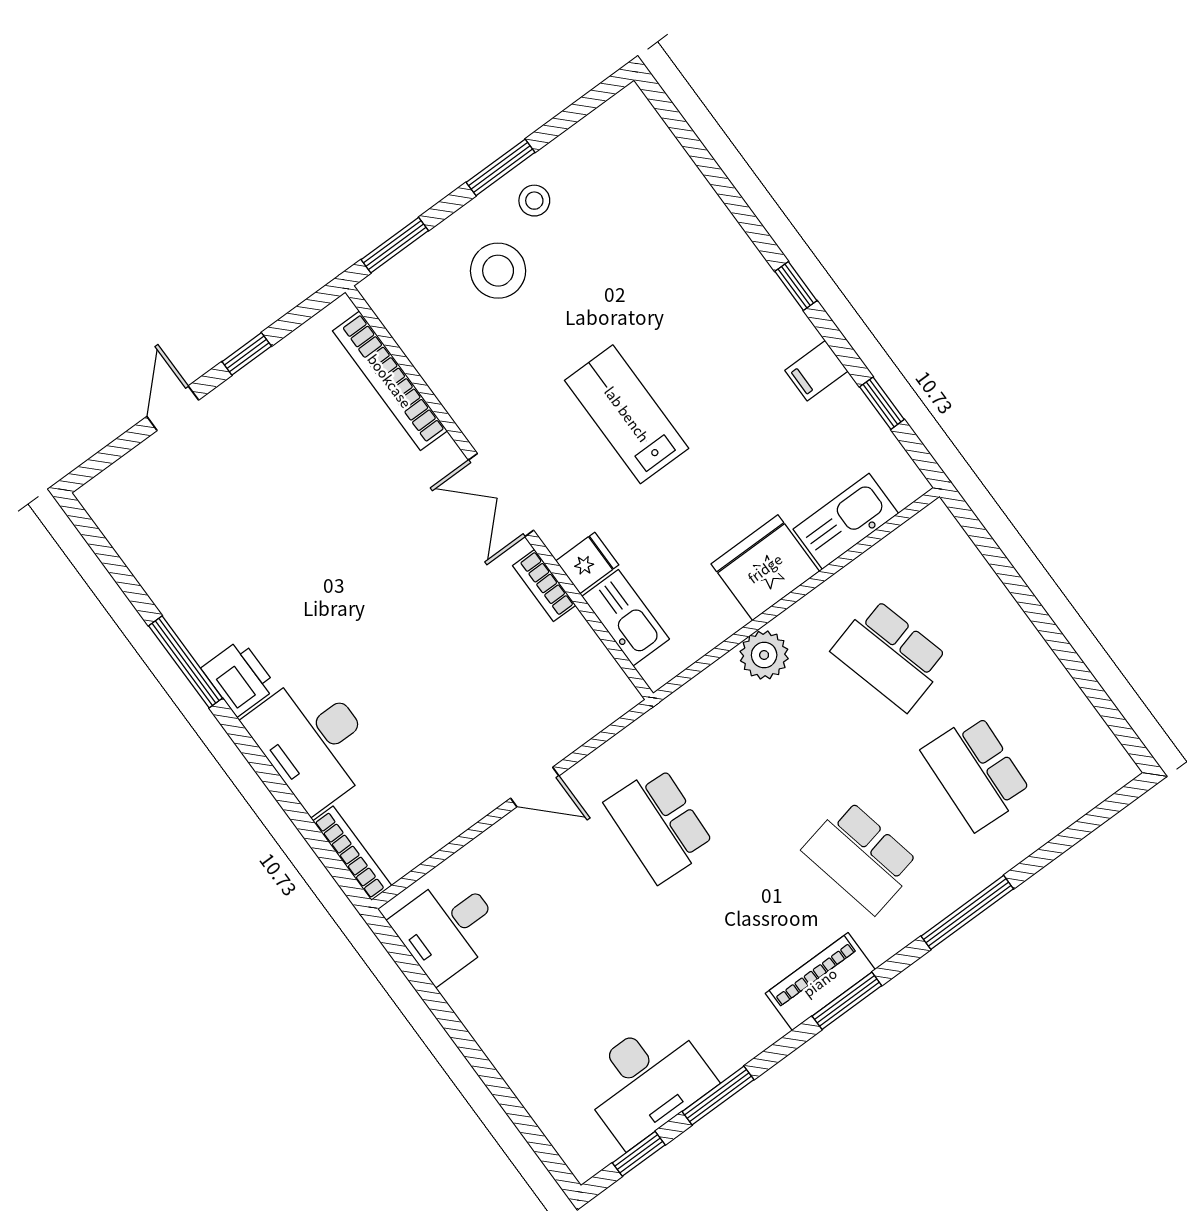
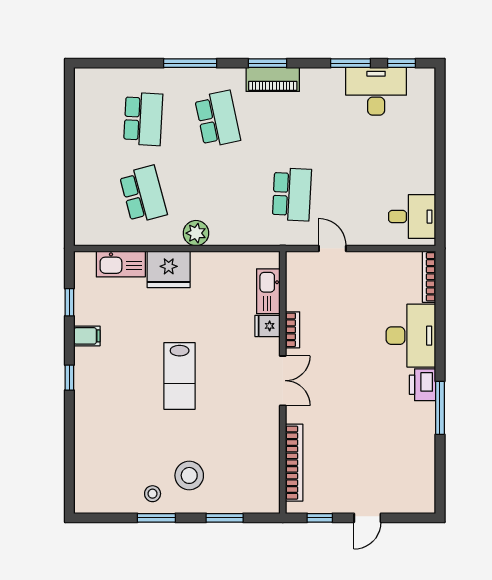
bookcase: (390, 381) -> (294, 463), moved
wall: (499, 493) -> (283, 382), moved
double door: (501, 495) -> (283, 381), moved
fridge: (587, 563) -> (268, 326), moved
bookcase: (544, 585) -> (293, 330), moved
kitchen sink: (626, 618) -> (268, 291), moved

